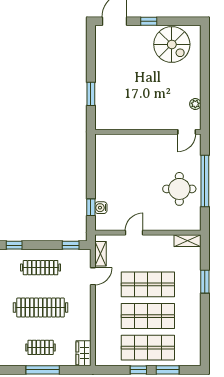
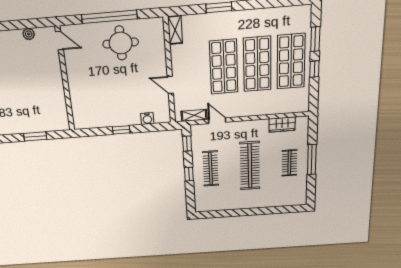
window: (91, 207) -> (121, 130), moved
window: (14, 245) -> (189, 174), moved
wardrobe: (84, 353) -> (282, 125), moved

